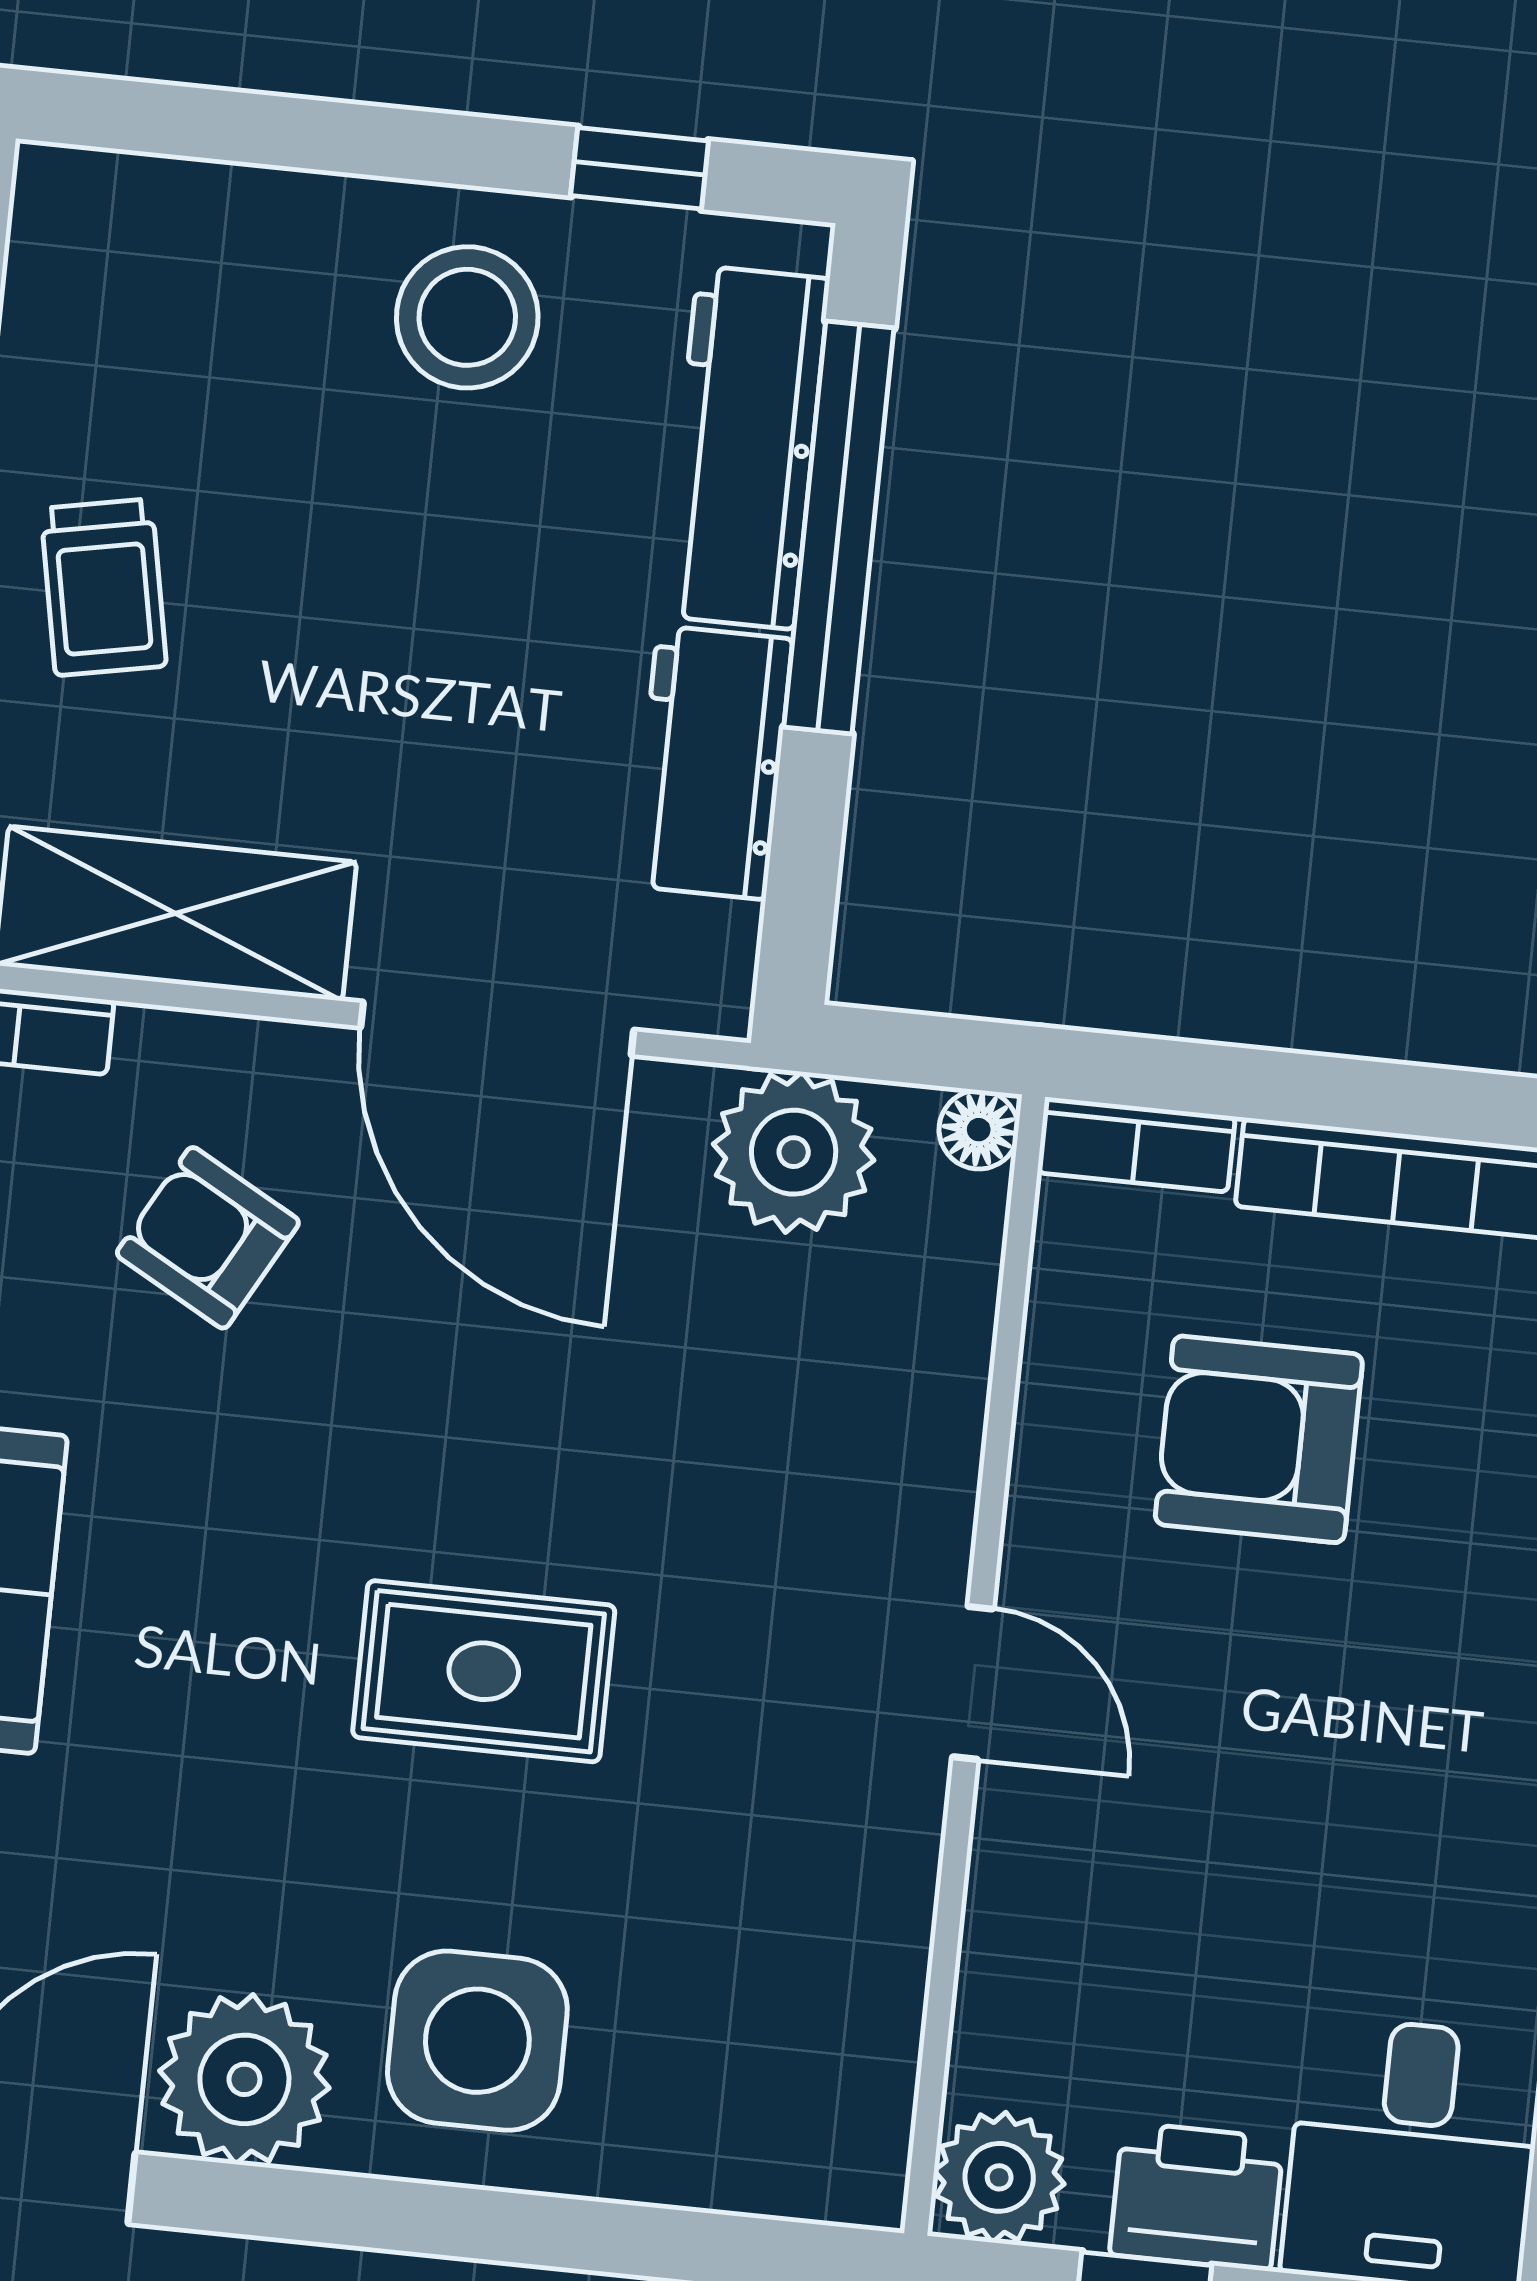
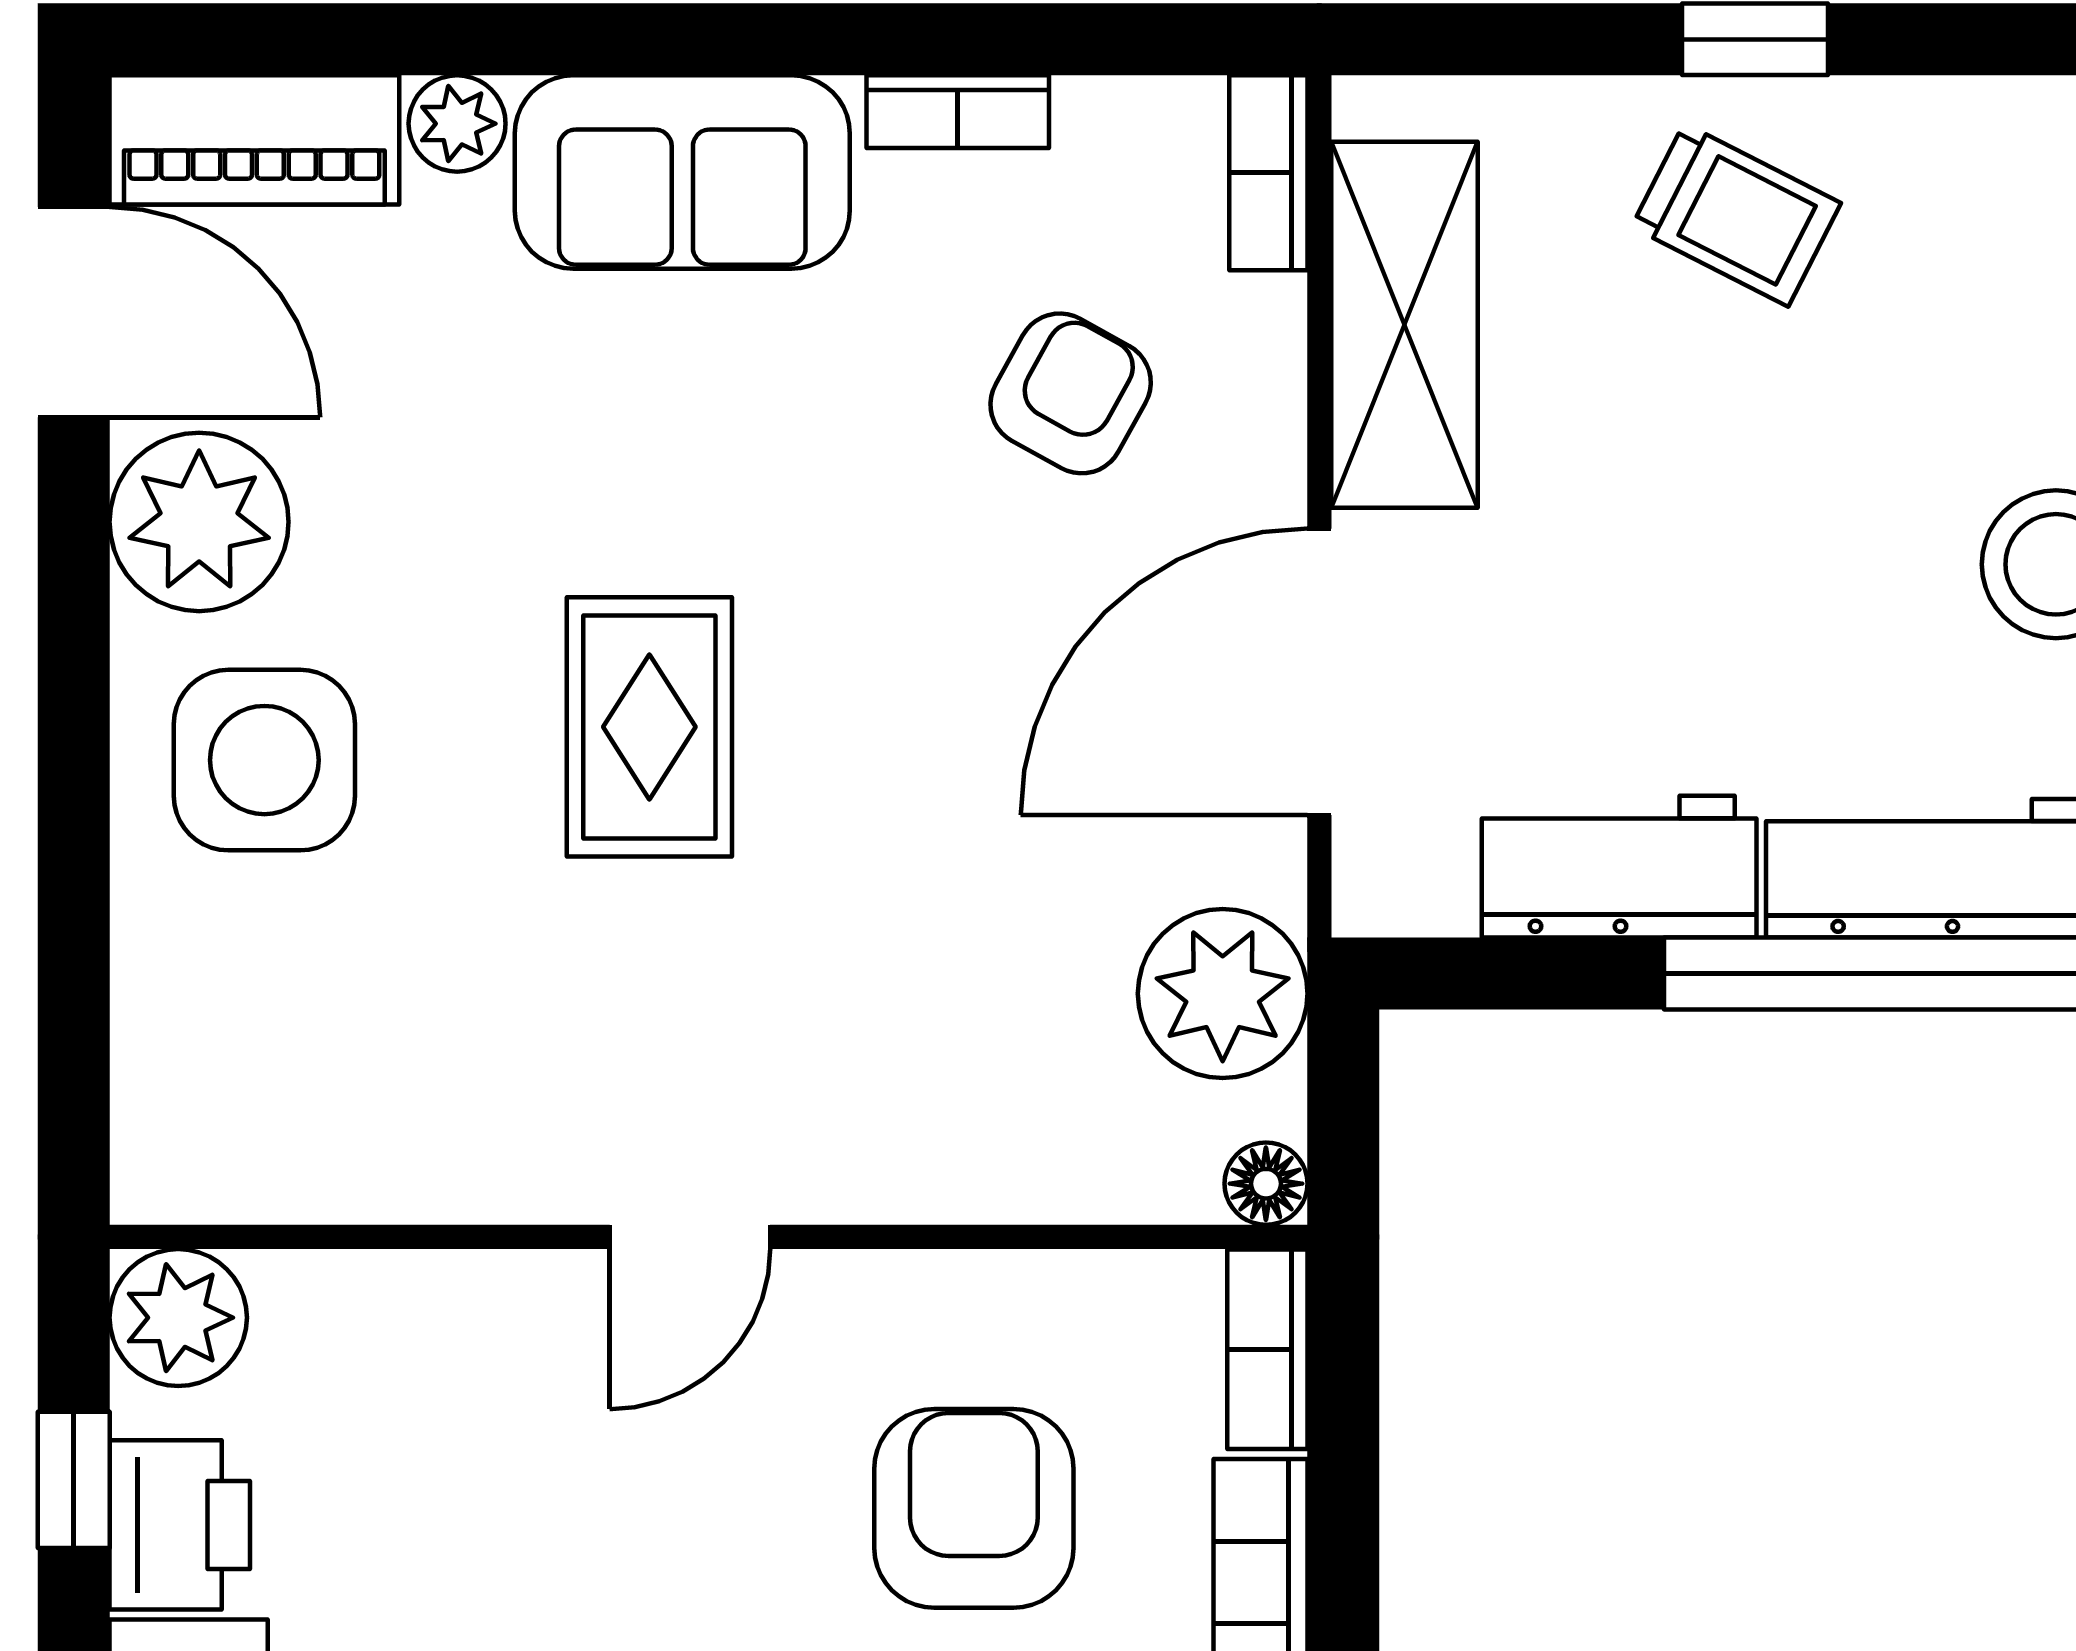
trolley: (103, 587) -> (1736, 215), turned -142

